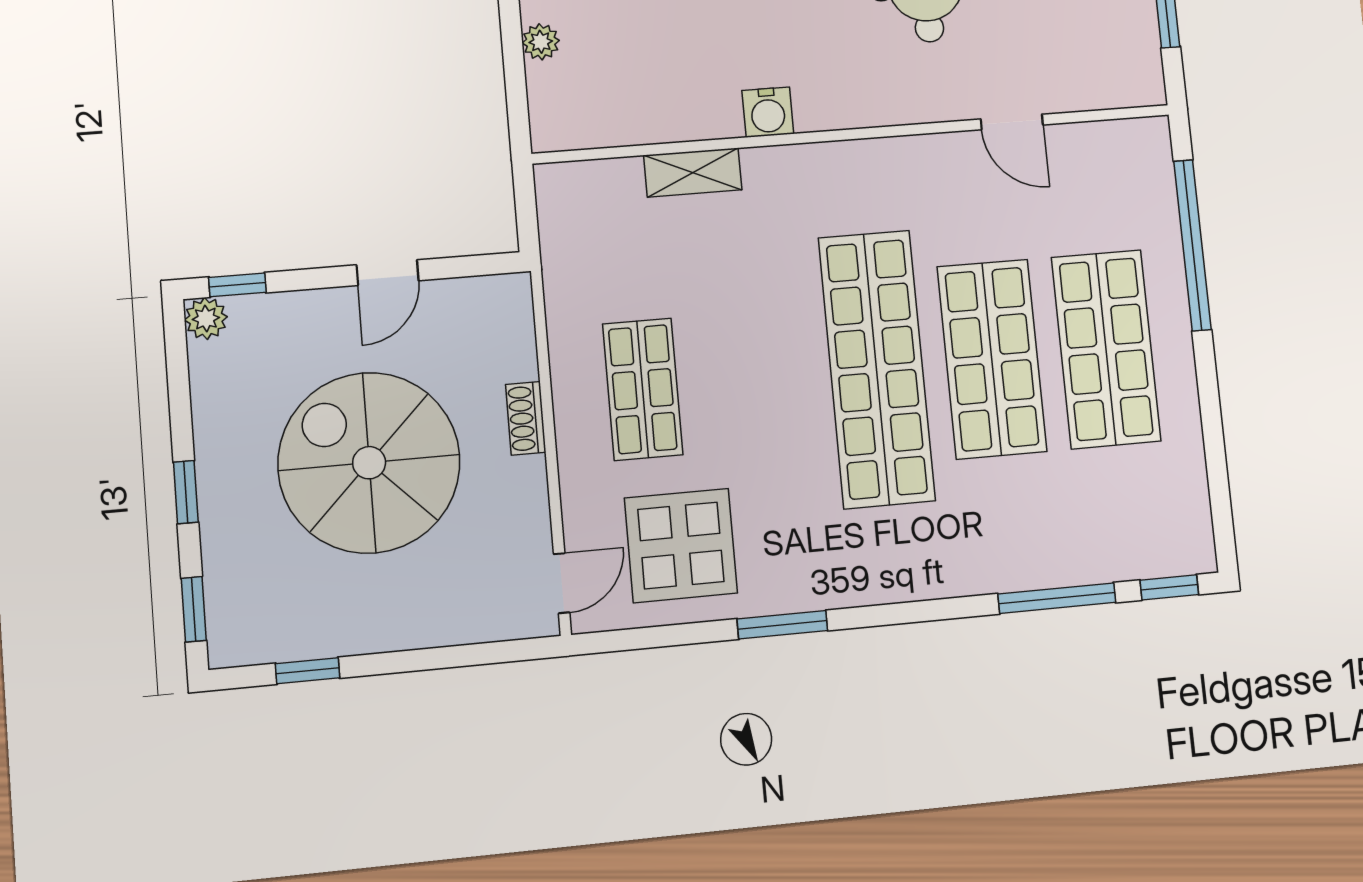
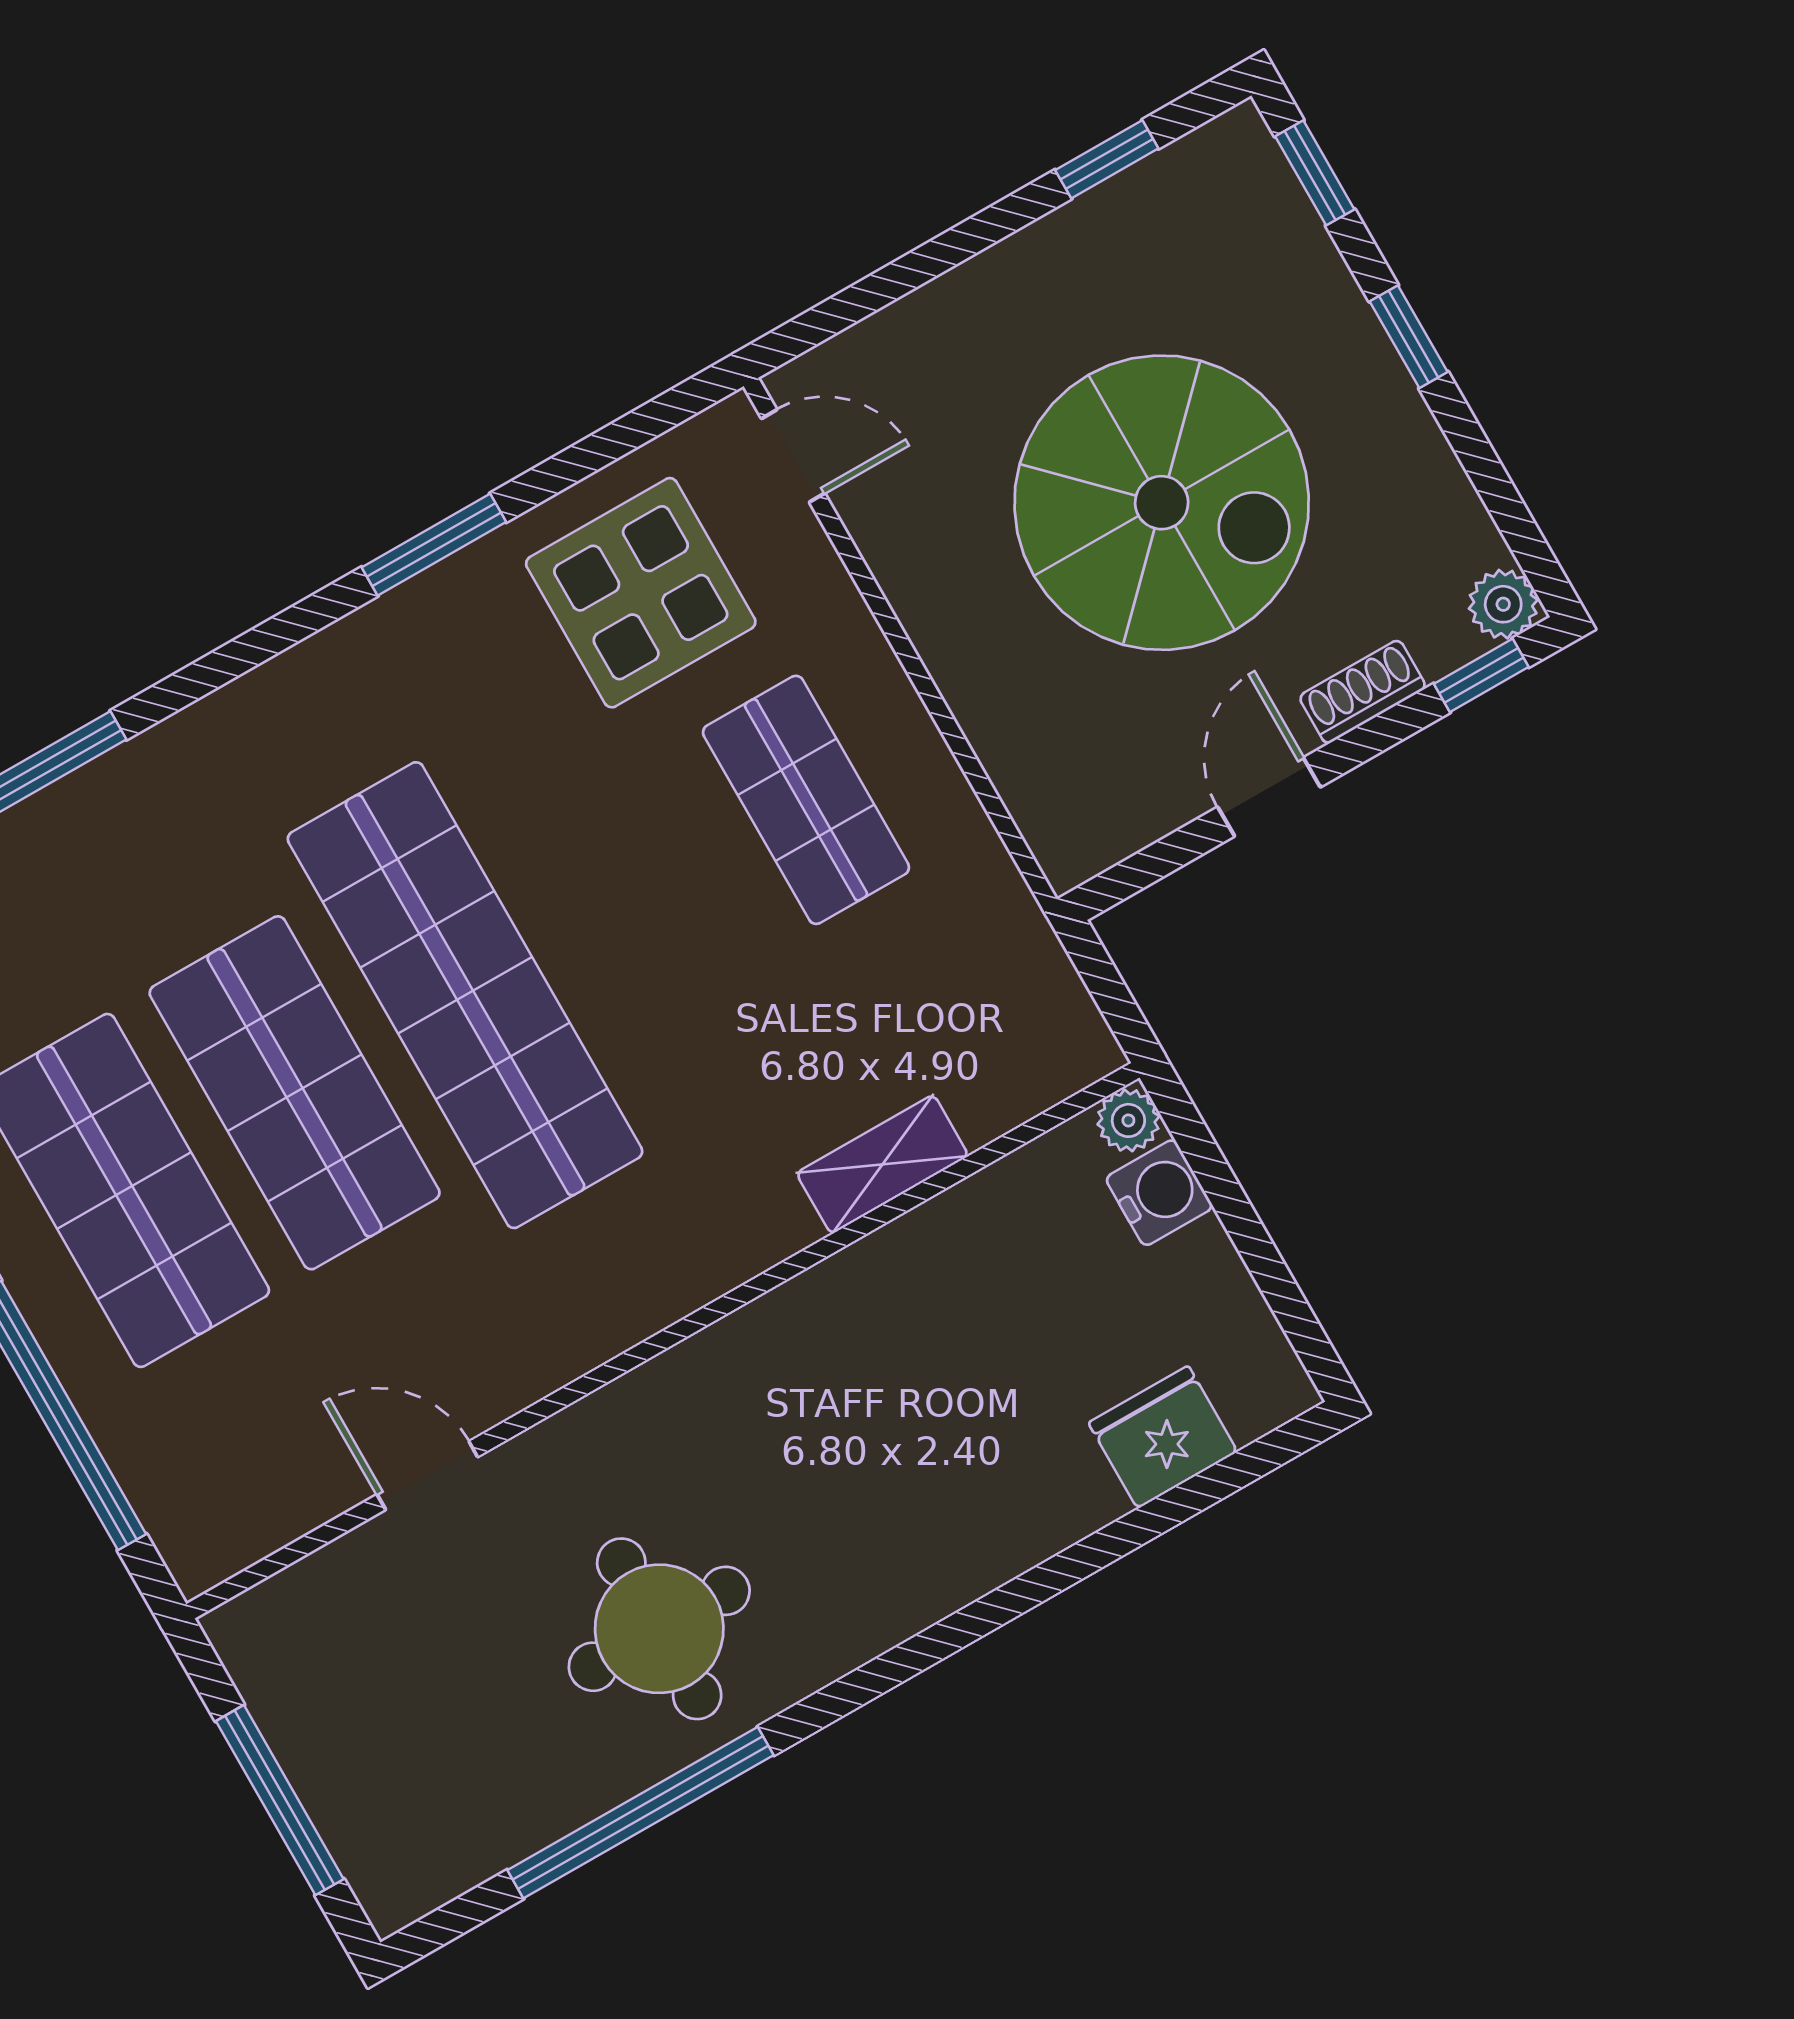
plant: (541, 42) -> (1128, 1120), moved
water cooler: (768, 112) -> (1159, 1193), moved, turned 90
shoe rack: (526, 418) -> (1363, 692), moved, turned -90
door: (562, 583) -> (793, 456), swing flipped

